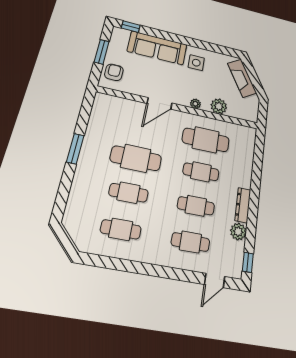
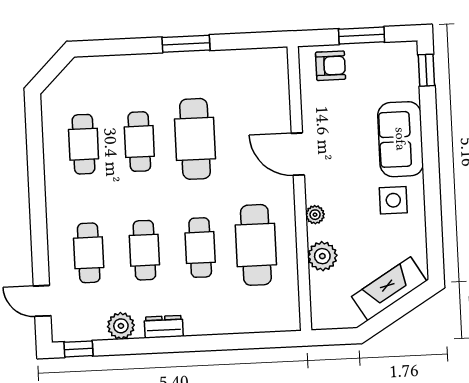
sofa: (157, 48) -> (401, 139), width x0.73
dresser: (243, 205) -> (164, 327), width x0.70

